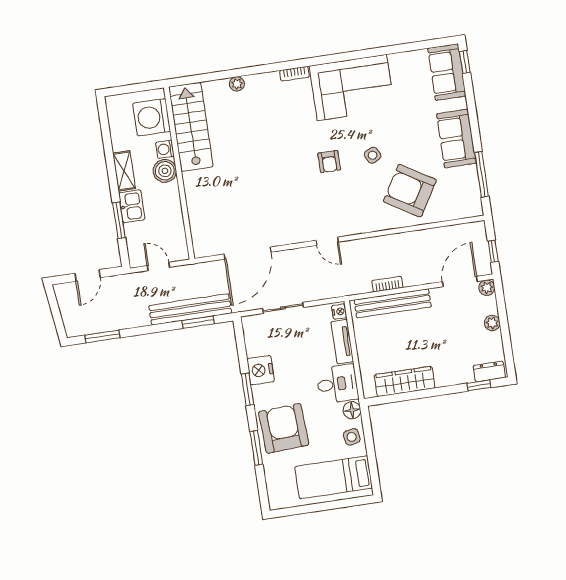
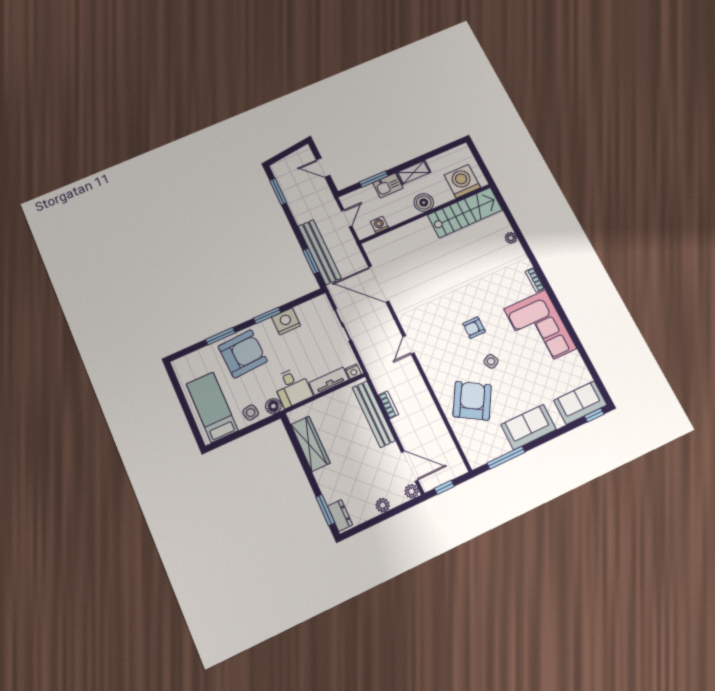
washing machine: (165, 149) -> (379, 225), moved
window: (479, 385) -> (325, 510), width x1.50

